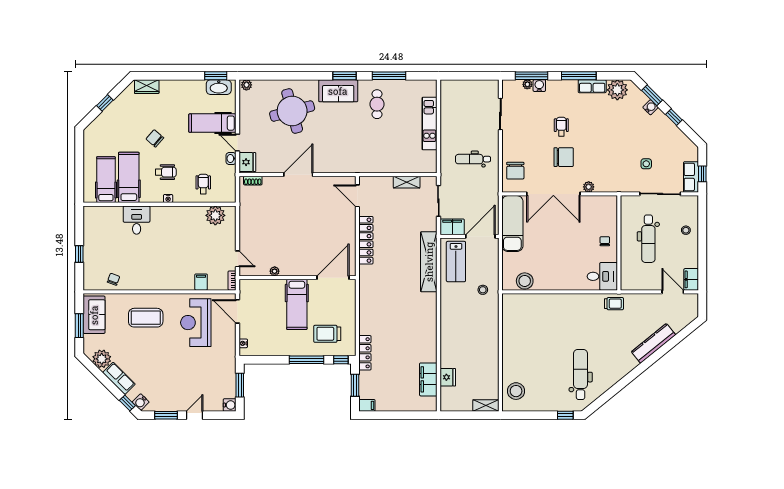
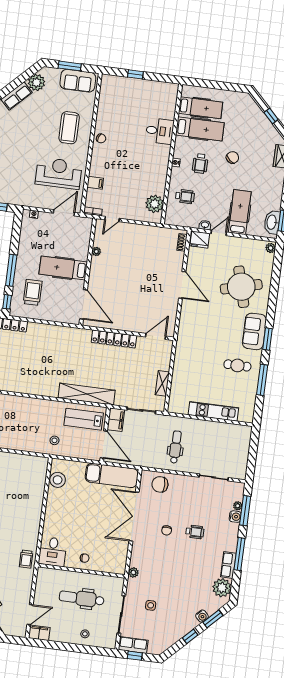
chair: (564, 157) -> (167, 530), width x0.54, depth x0.54
plant: (589, 187) -> (133, 572), moved
chair: (113, 279) -> (101, 138), moved

